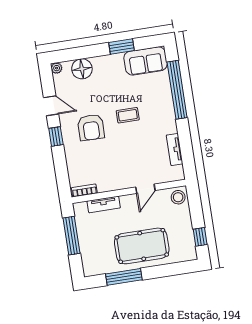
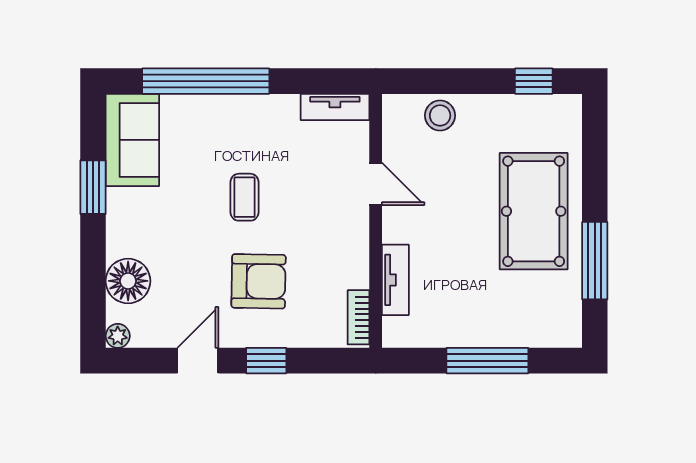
door: (145, 189) -> (376, 184), moved
bookcase: (84, 190) -> (358, 317), moved
wall: (129, 191) -> (376, 221), moved
tv unit: (104, 204) -> (395, 280), moved

